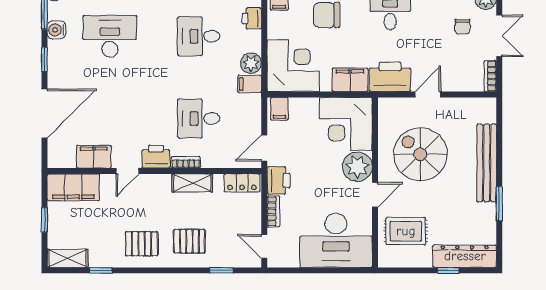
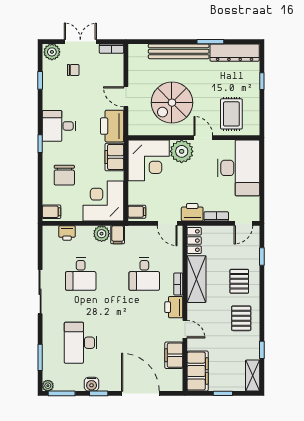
water cooler: (56, 30) -> (92, 384), moved
shelving: (192, 183) -> (197, 279), width x1.50, depth x1.33
dresser: (465, 256) -> (235, 53), moved, turned -90

